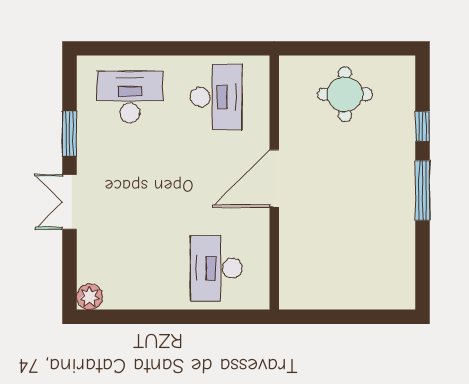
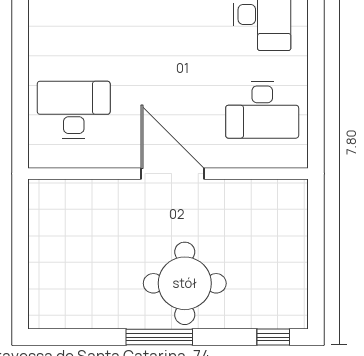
round table: (345, 94) -> (185, 283), moved, width x1.36, depth x1.36
window: (423, 126) -> (273, 337), moved

